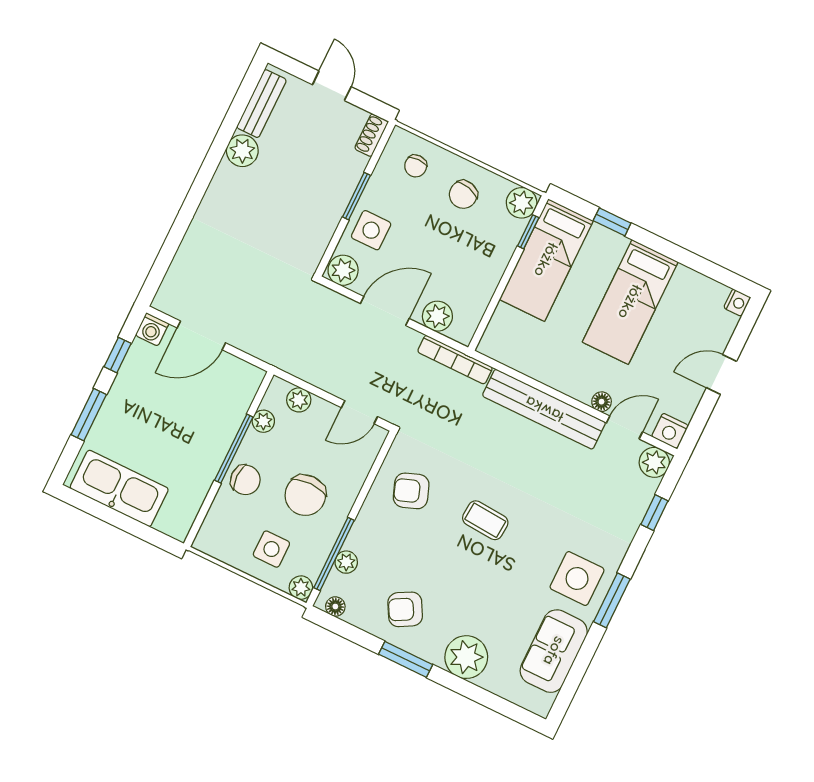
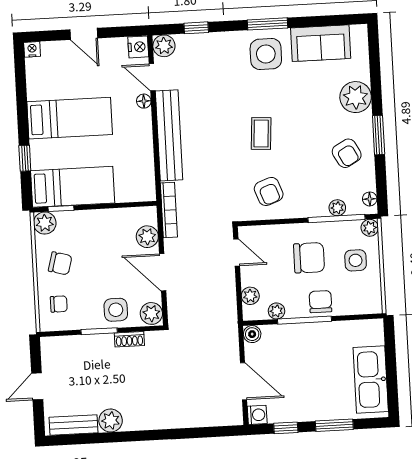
shoe rack: (372, 135) -> (129, 339), moved
boiler: (252, 377) -> (252, 334), added

